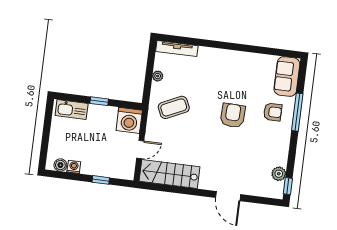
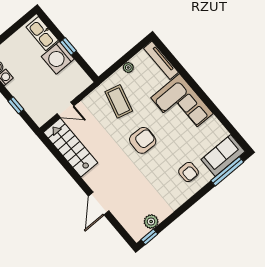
corner sofa: (223, 68) -> (182, 106), added
coffee table: (174, 107) -> (119, 101), turned 40
window: (297, 112) -> (227, 171), moved
armchair: (233, 115) -> (143, 140), moved
washing machine: (129, 120) -> (58, 58), moved

